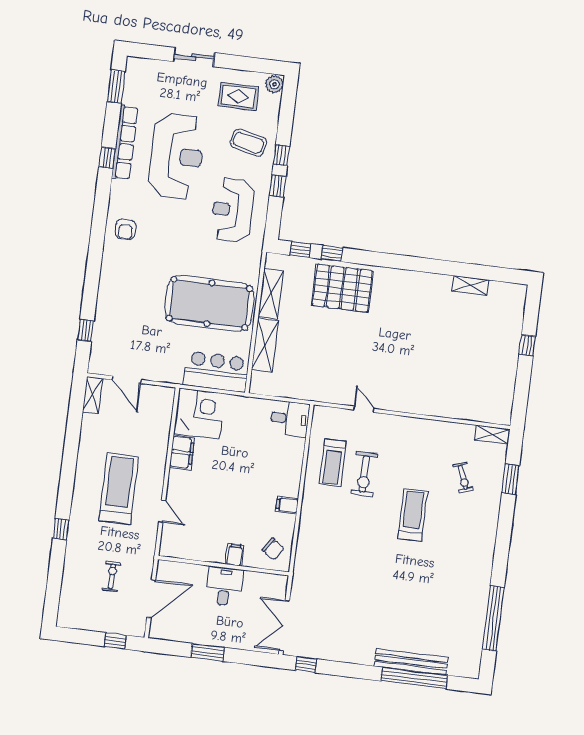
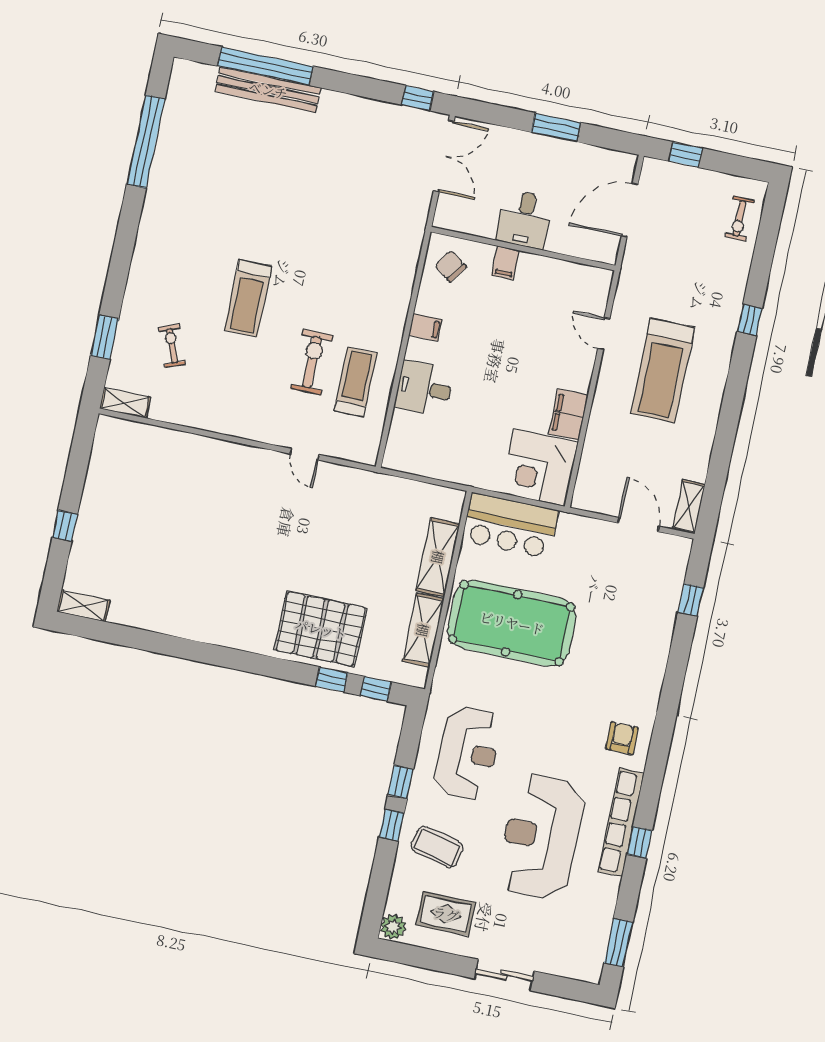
row of seats: (125, 143) -> (621, 822), moved
shelving: (470, 285) -> (83, 606), moved
desk: (290, 419) -> (424, 388), moved
exercise bike: (112, 577) -> (740, 219), moved

